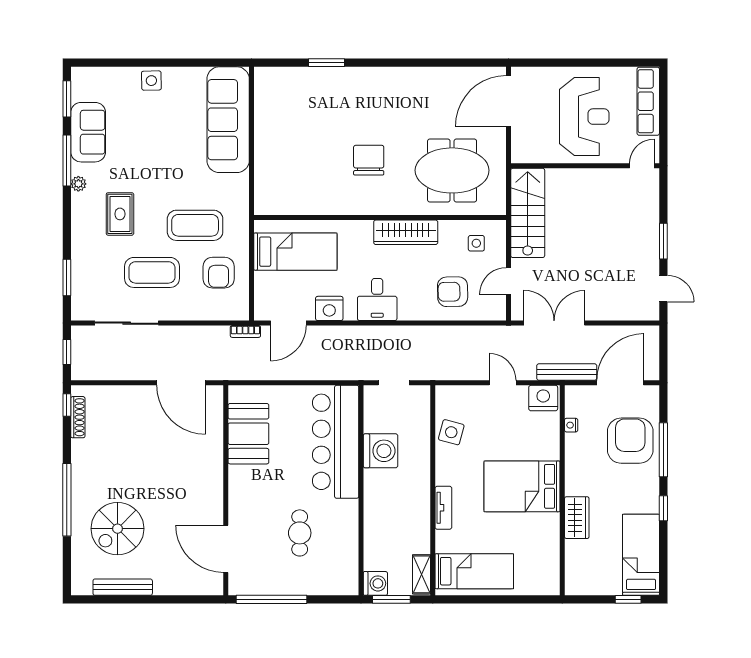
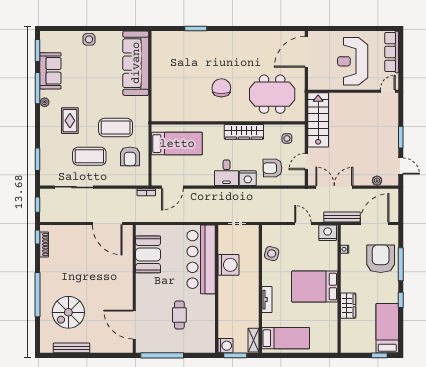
reception desk: (584, 117) -> (353, 61), turned 180
nightstand: (329, 308) -> (248, 178), moved
plant: (624, 312) -> (377, 181), added

